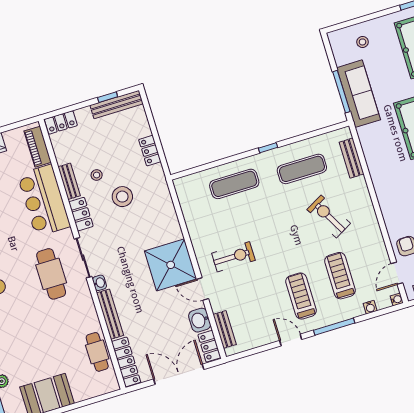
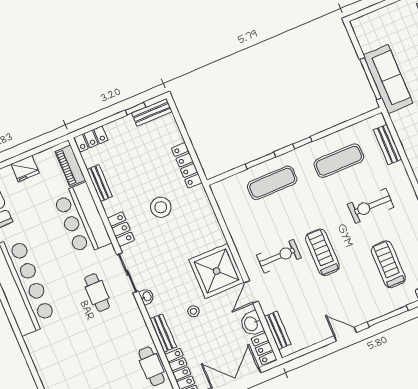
stool: (363, 42) -> (387, 26), removed
bench: (117, 105) -> (152, 112), width x0.73
locker: (150, 151) -> (187, 165), width x1.53
window: (225, 161) -> (260, 161), added
stool: (97, 175) -> (193, 311), moved
bench: (69, 181) -> (100, 183), moved
exercise bike: (329, 216) -> (371, 206), turned -61
cafe table: (51, 274) -> (97, 293), width x0.73, depth x0.74
door: (203, 289) -> (251, 292), hinge flipped
treadmill: (301, 296) -> (322, 252), moved
bench: (110, 314) -> (163, 333), width x0.73

